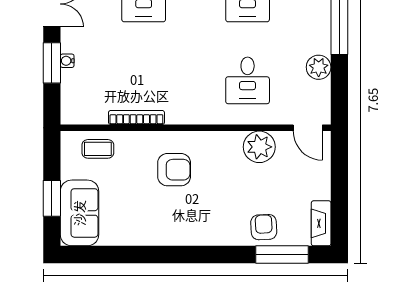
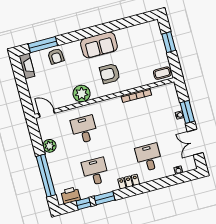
plant: (259, 147) -> (82, 94), moved
coffee table: (98, 149) -> (162, 73), moved
sofa: (79, 213) -> (99, 45), moved, turned -90

